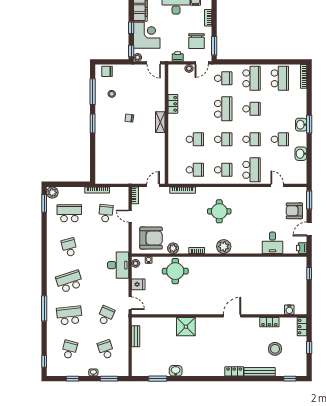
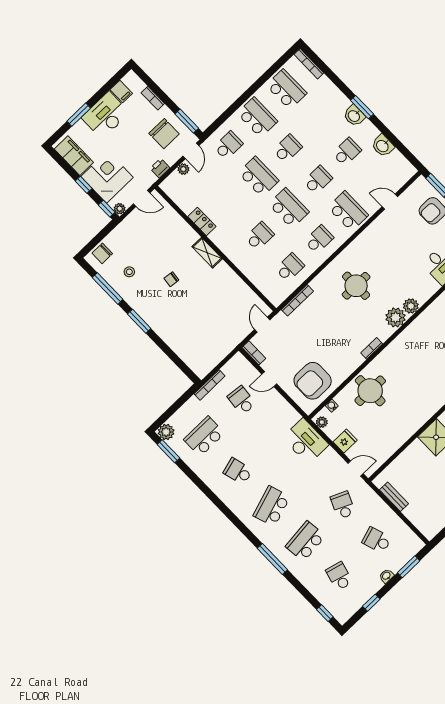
school desk: (223, 139) -> (289, 208), width x1.85
armchair: (151, 238) -> (313, 381), turned 180
plant: (173, 248) -> (411, 306), moved

